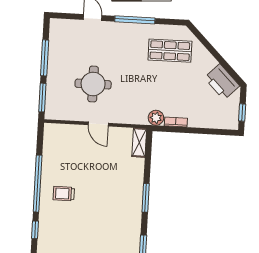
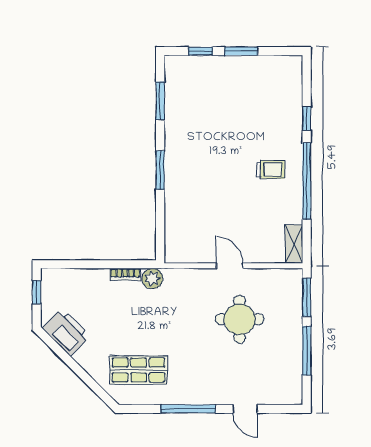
shelving: (139, 142) -> (294, 244), moved

